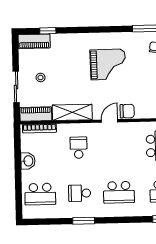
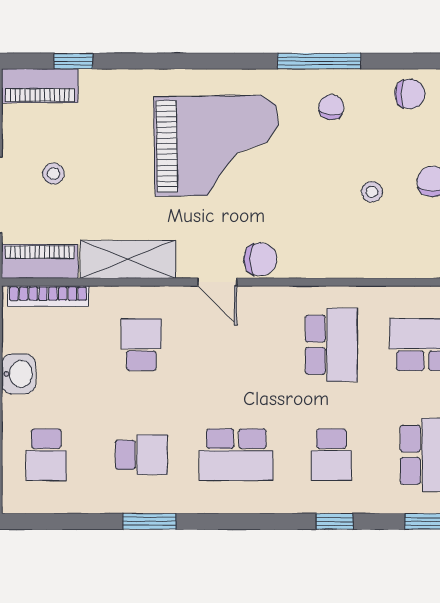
grand piano: (108, 64) -> (217, 146), width x1.37, depth x1.48
door: (109, 121) -> (217, 282), swing flipped
school desk: (80, 193) -> (141, 455), turned 180
school desk: (40, 194) -> (46, 455), width x0.54

